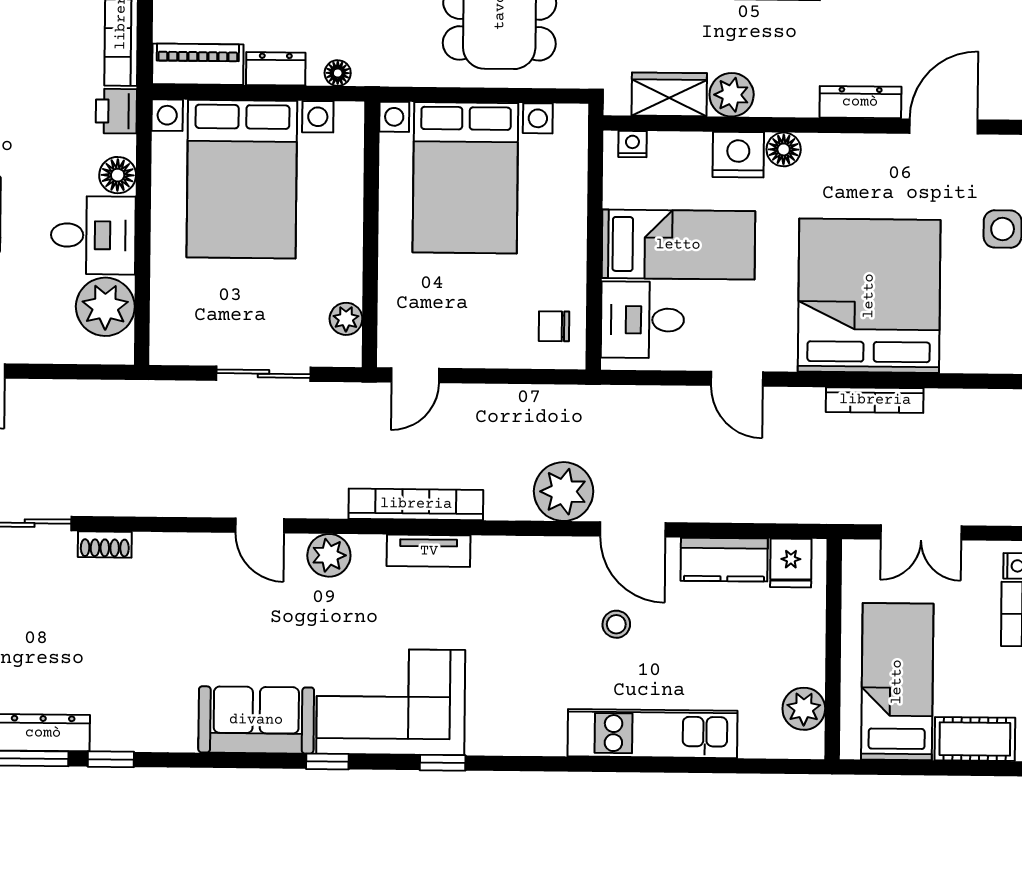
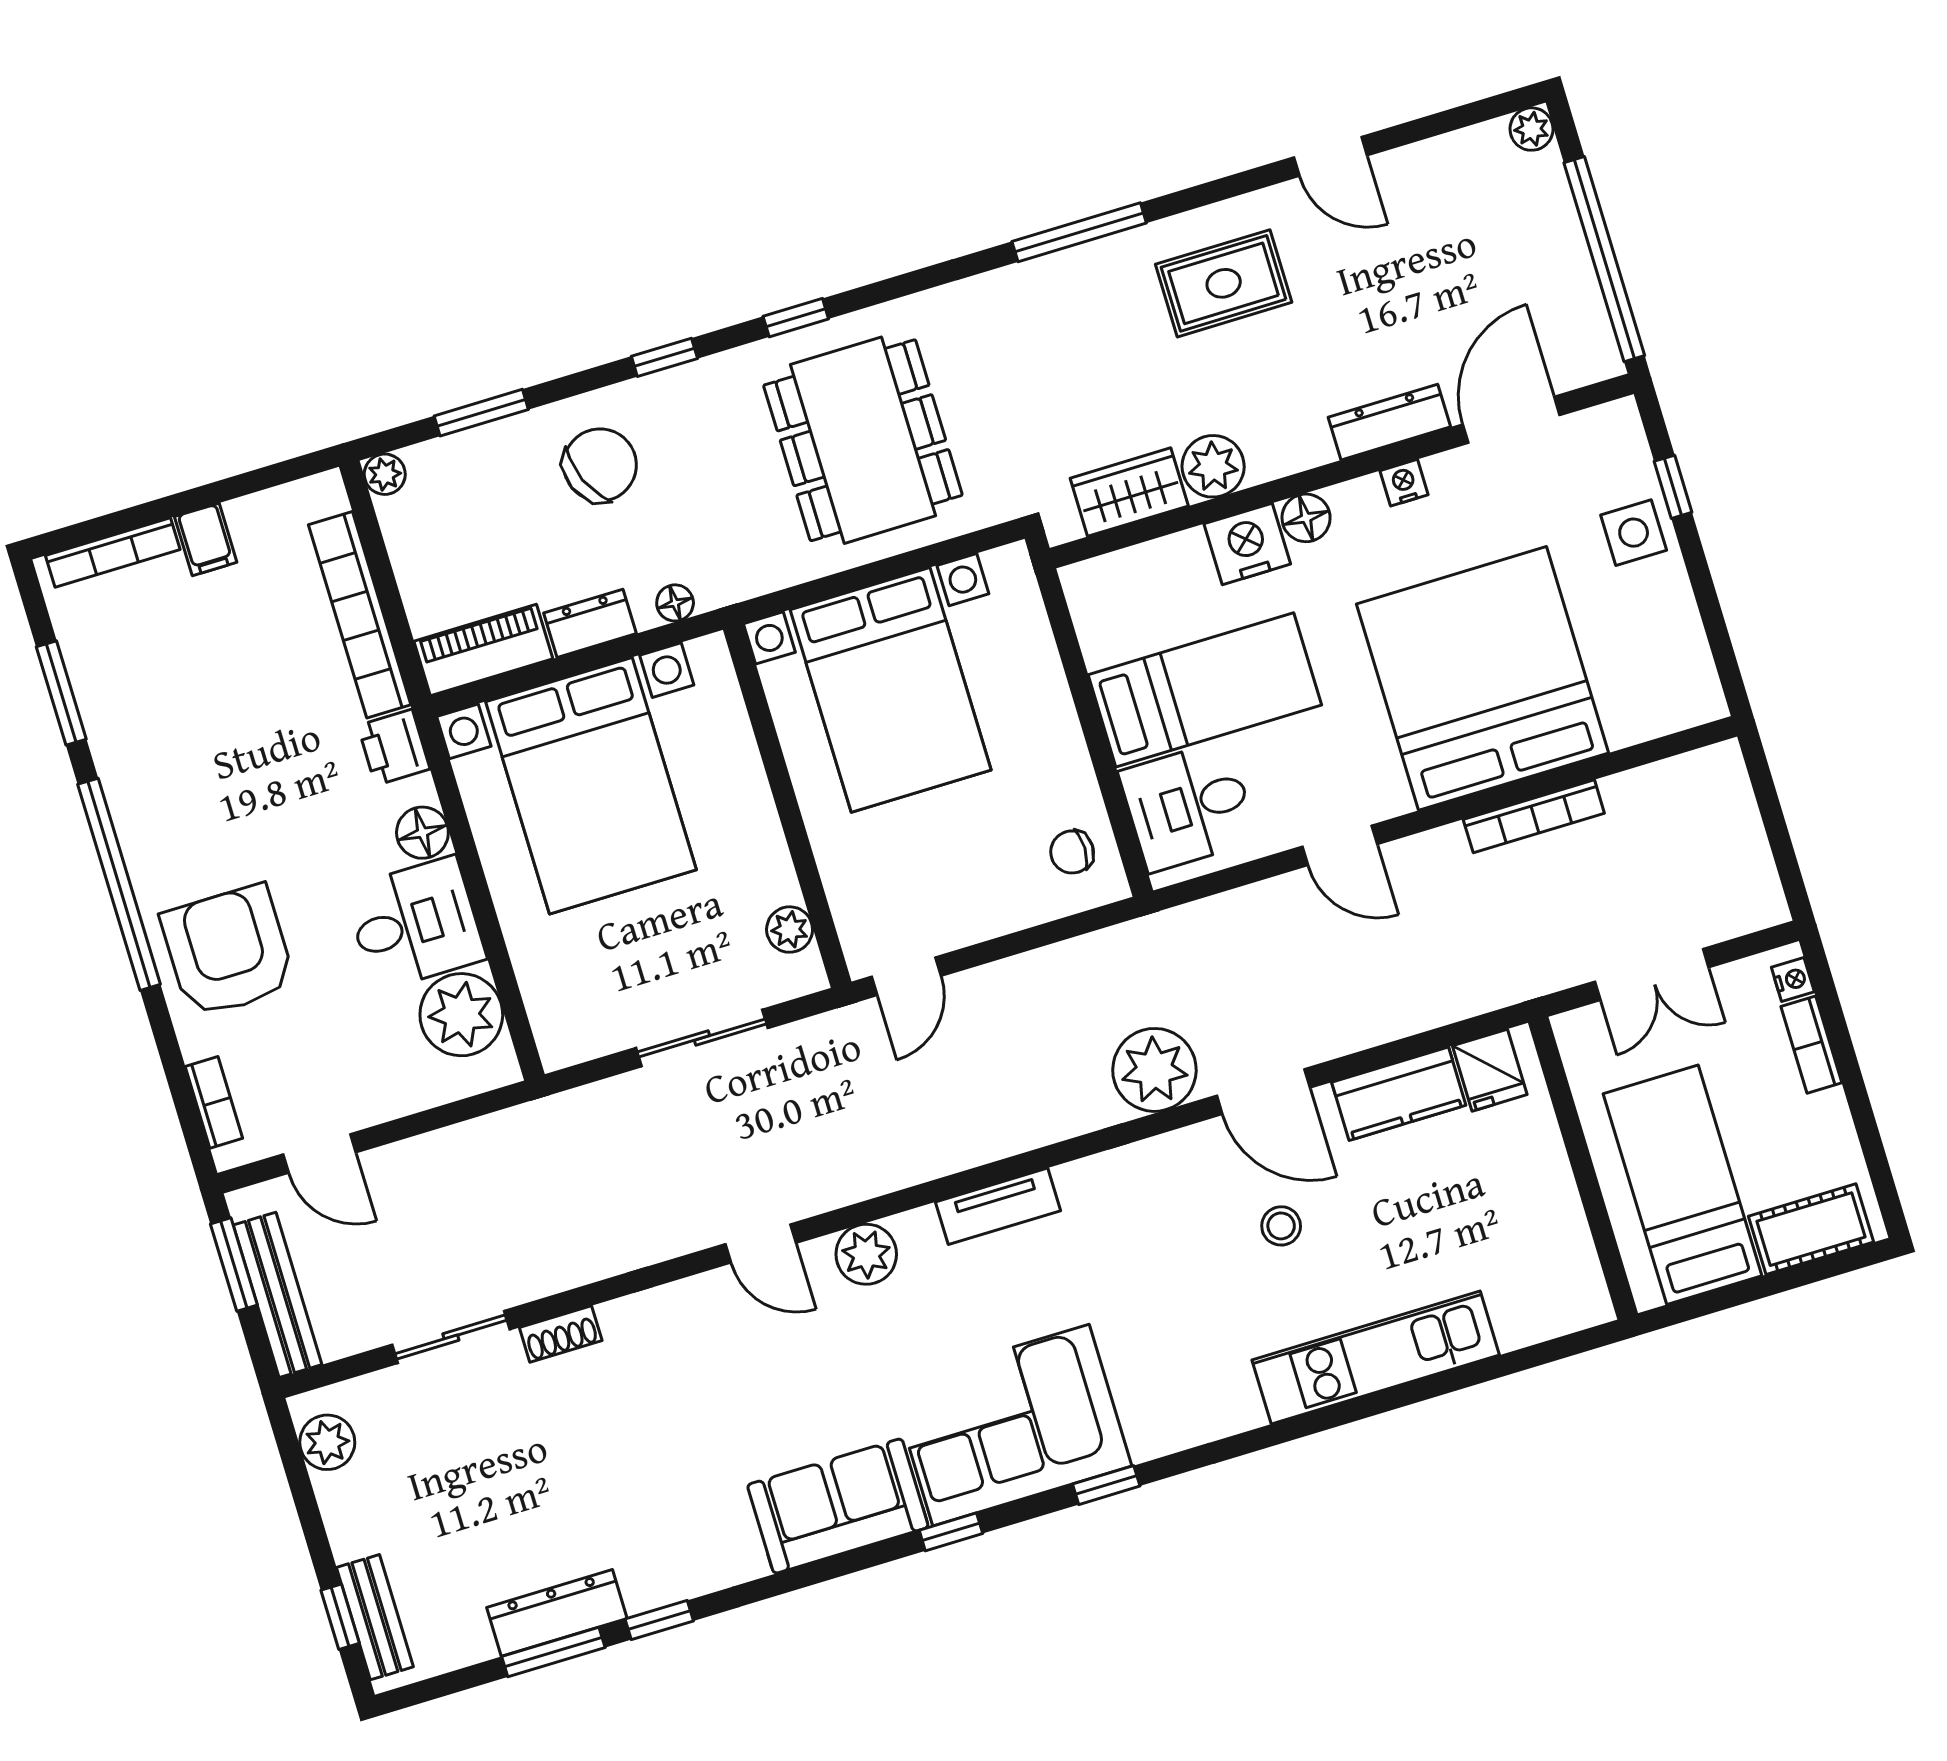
nightstand: (632, 144) -> (1404, 483), moved
bookcase: (416, 504) -> (961, 1149), removed
plant: (804, 709) -> (1568, 1261), removed

